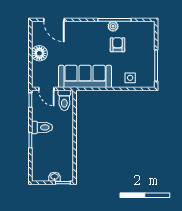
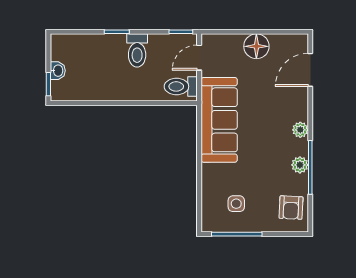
plant: (91, 26) -> (300, 130), added
armchair: (118, 45) -> (291, 208), moved, turned 93
side table: (130, 78) -> (236, 204), moved

